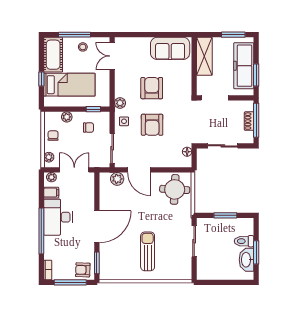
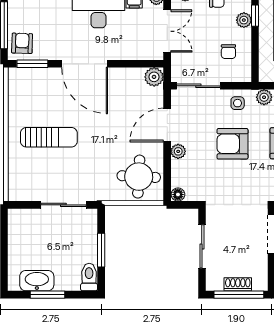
window: (93, 109) -> (255, 16), moved
floor lamp: (187, 152) -> (178, 195), moved
plant: (157, 162) -> (178, 151), added
plant: (117, 179) -> (154, 77), moved
toilet: (244, 241) -> (89, 277), moved

